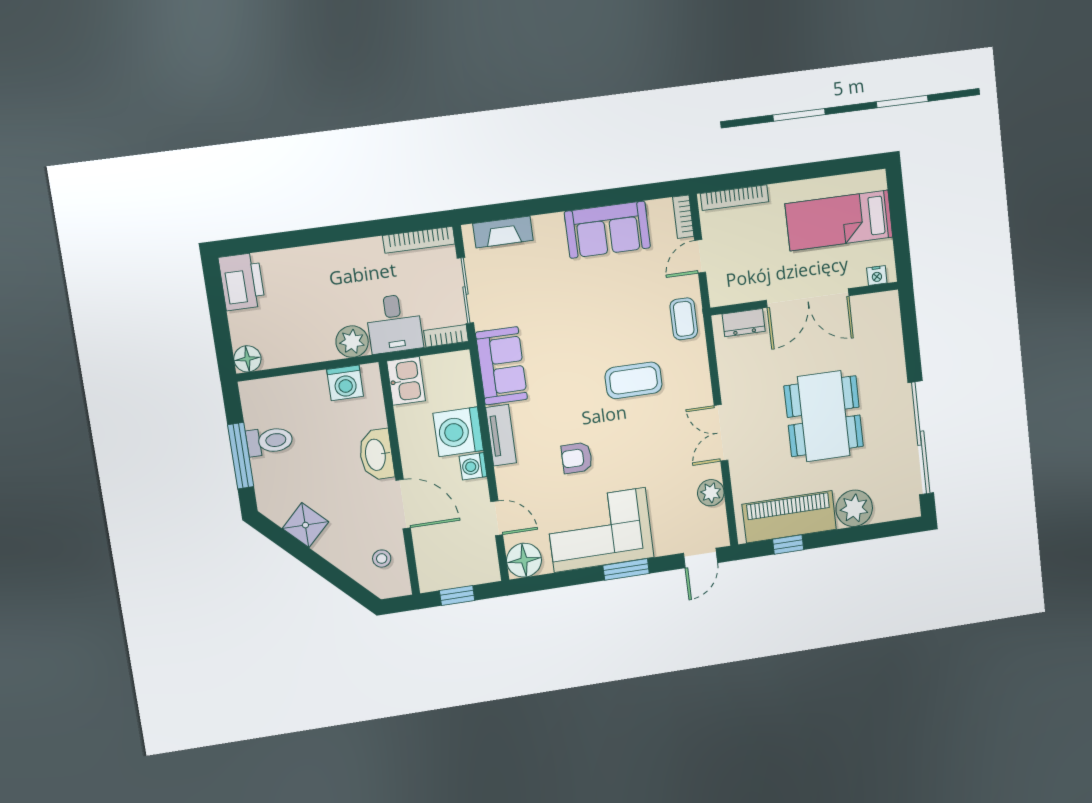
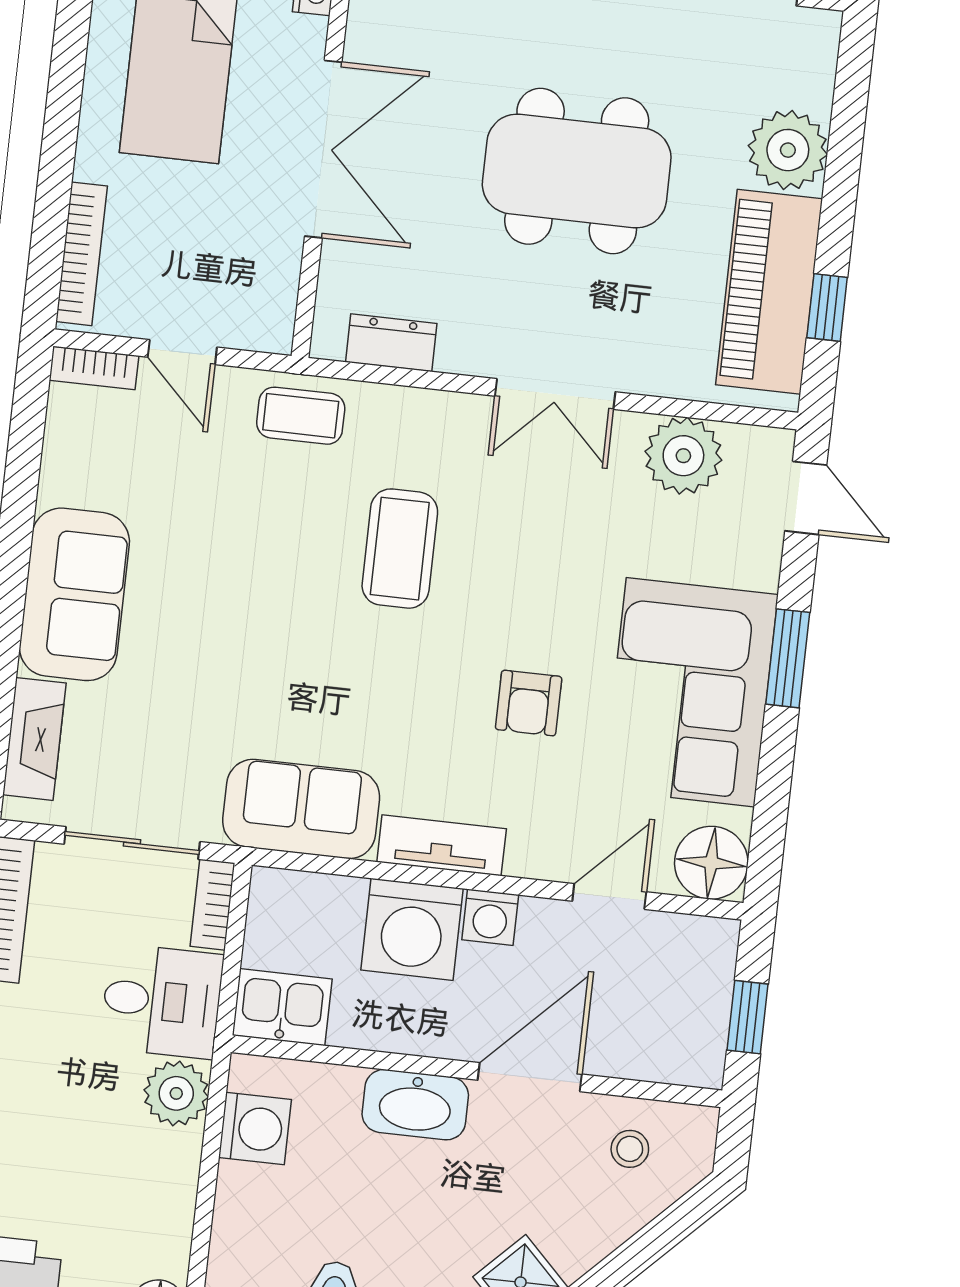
sofa: (607, 230) -> (74, 594), moved
dresser: (744, 323) -> (391, 343), moved, turned -90
plant: (711, 493) -> (683, 456), width x1.36, depth x1.36

